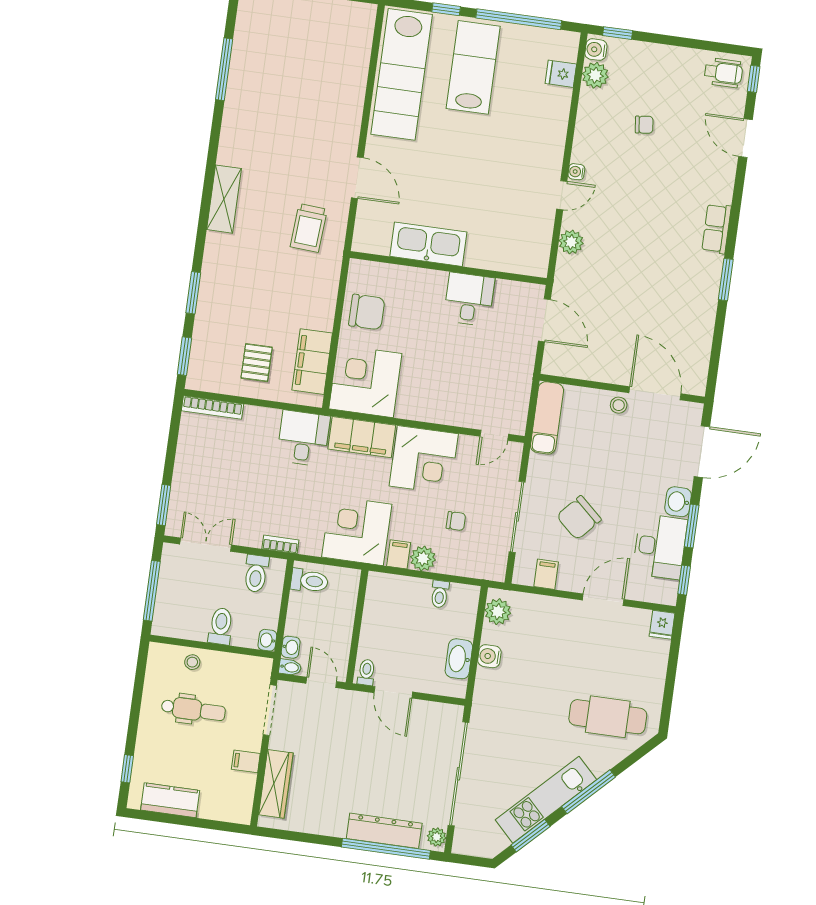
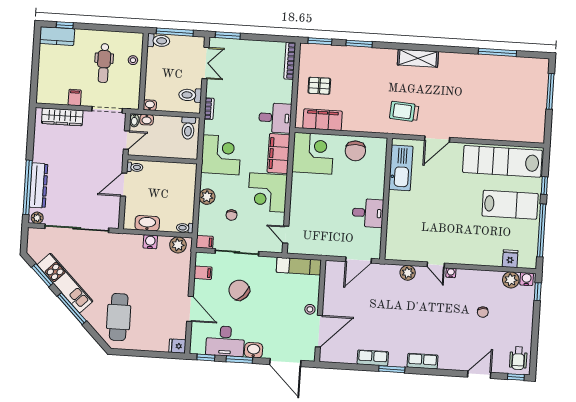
kitchen sink: (428, 244) -> (401, 168), moved
row of seats: (705, 309) -> (373, 358), added
filing cabinet: (399, 554) -> (205, 242), moved
toilet: (440, 594) -> (185, 228), moved
toilet: (221, 626) -> (158, 41), moved
kitchen counter: (170, 800) -> (57, 36), moved, turned 90

